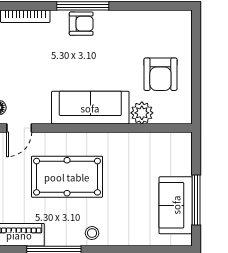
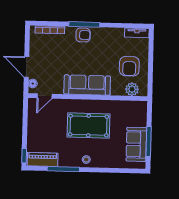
tv unit: (172, 18) -> (137, 33), added
plant: (142, 113) -> (132, 89), moved
pool table: (67, 177) -> (88, 126), moved

